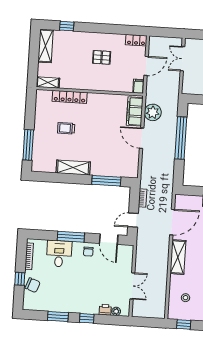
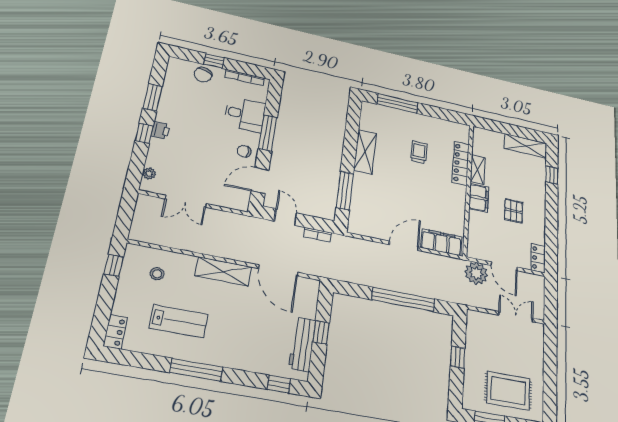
shelving: (48, 82) -> (478, 170), moved
filing cabinet: (138, 86) -> (479, 198), moved, width x2.00
plant: (153, 112) -> (476, 273), moved
printer: (105, 310) -> (160, 130), moved

